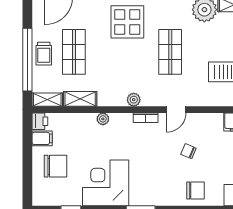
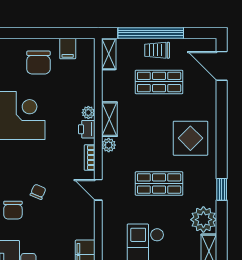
shelving: (80, 99) -> (109, 119), moved
printer: (40, 121) -> (87, 129), moved, turned 90
chair: (188, 151) -> (38, 192), moved

